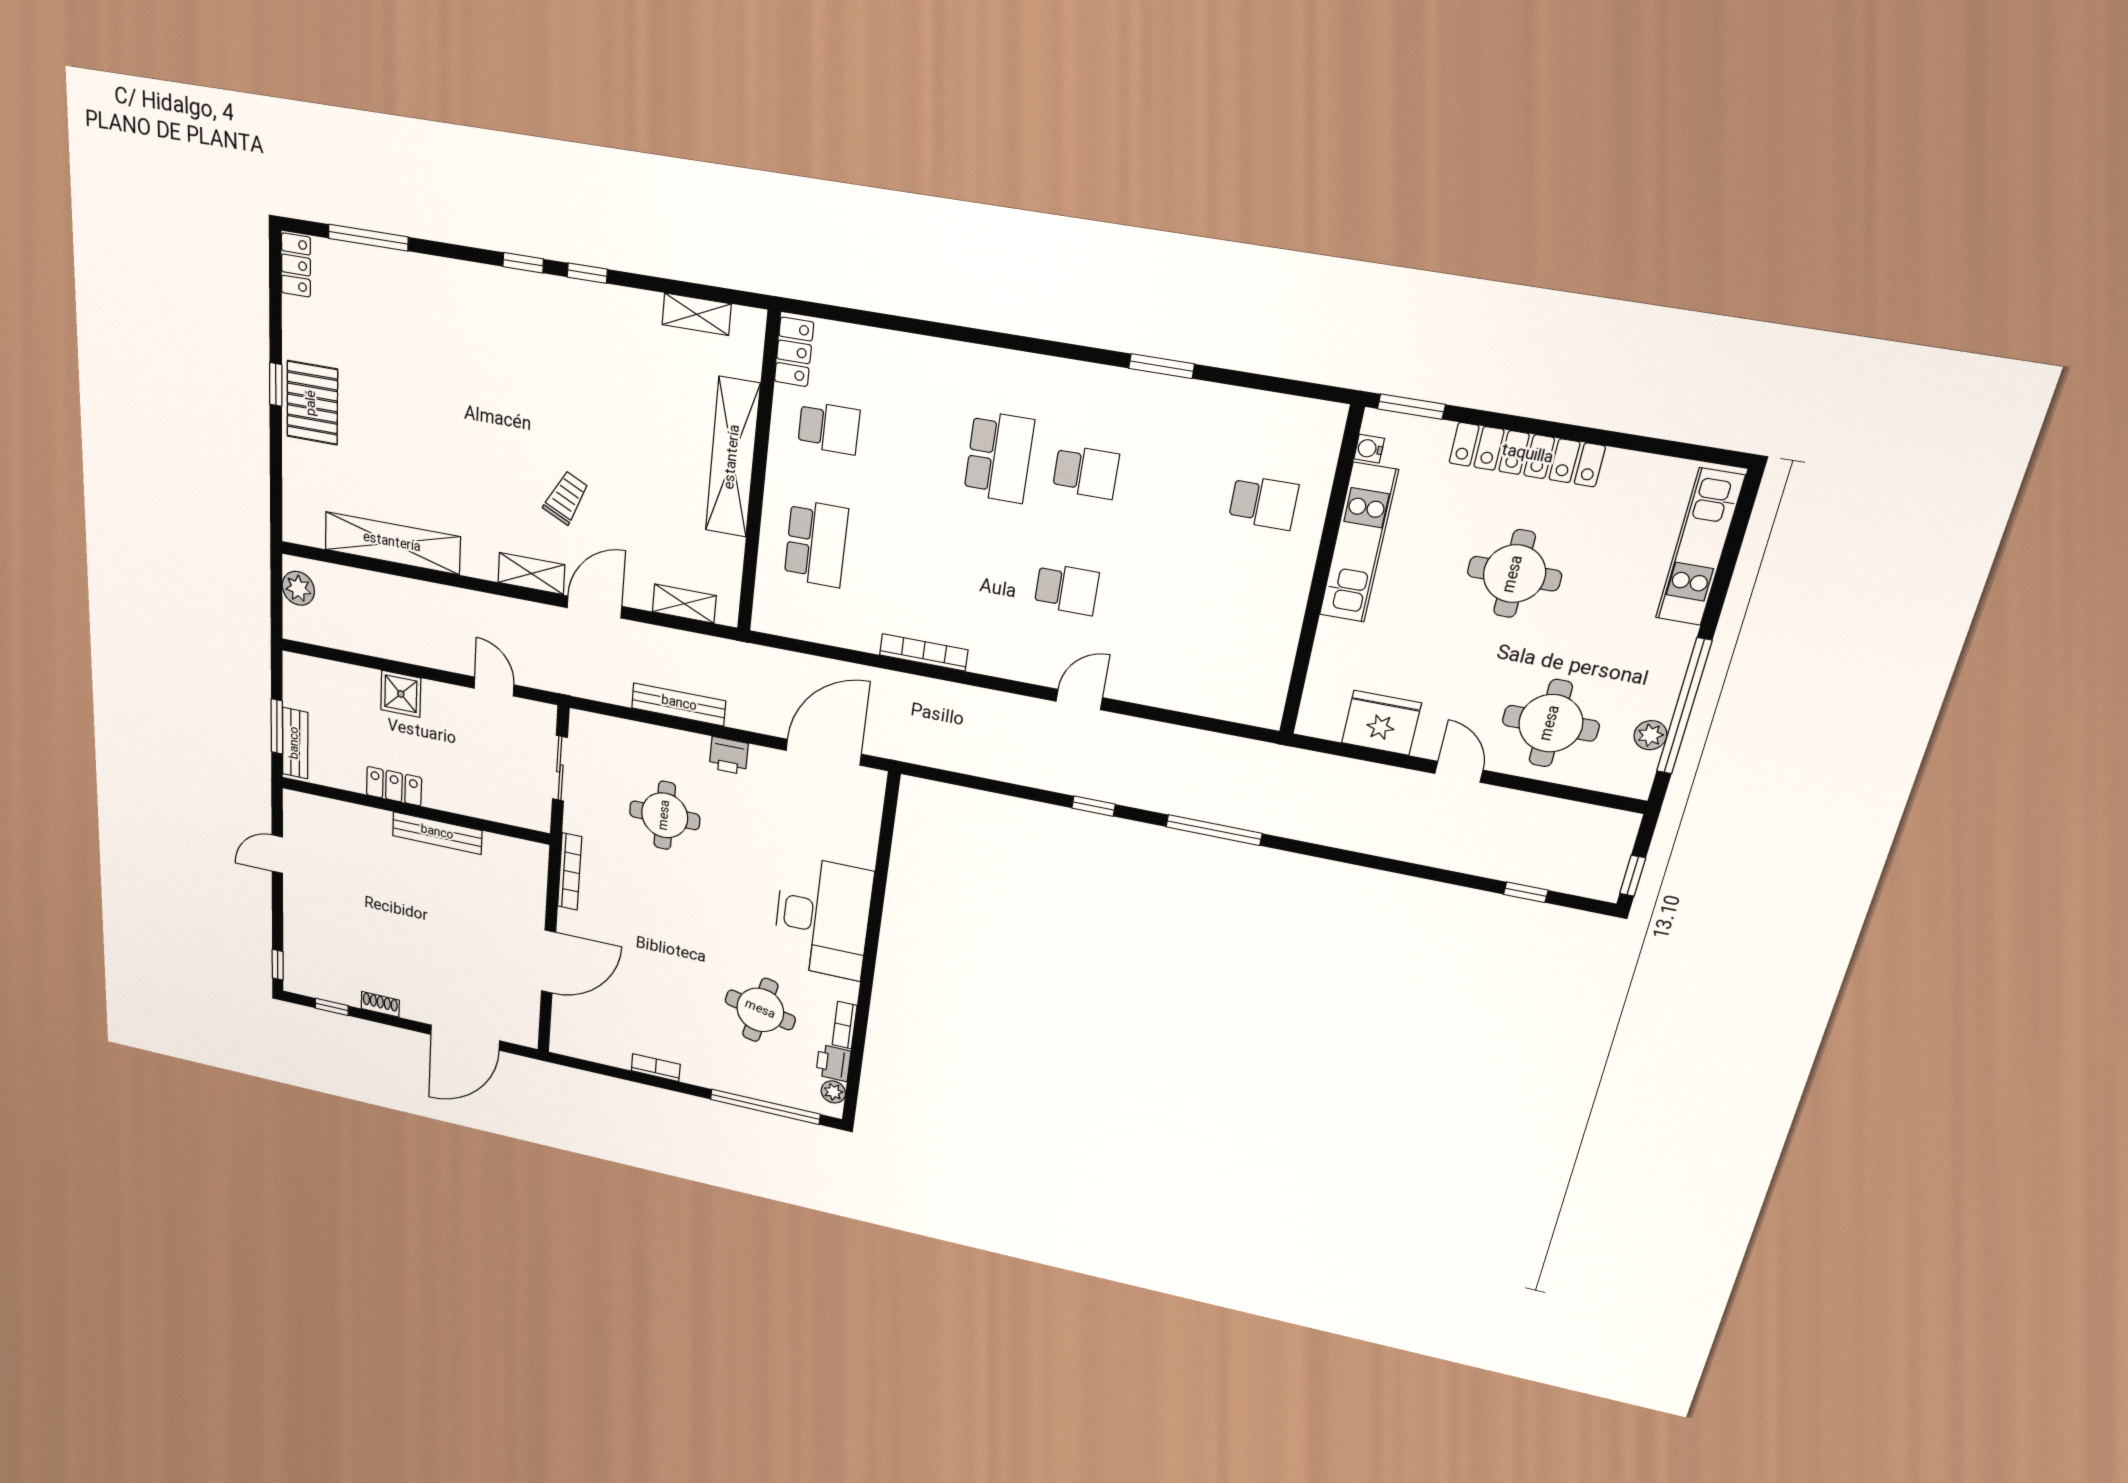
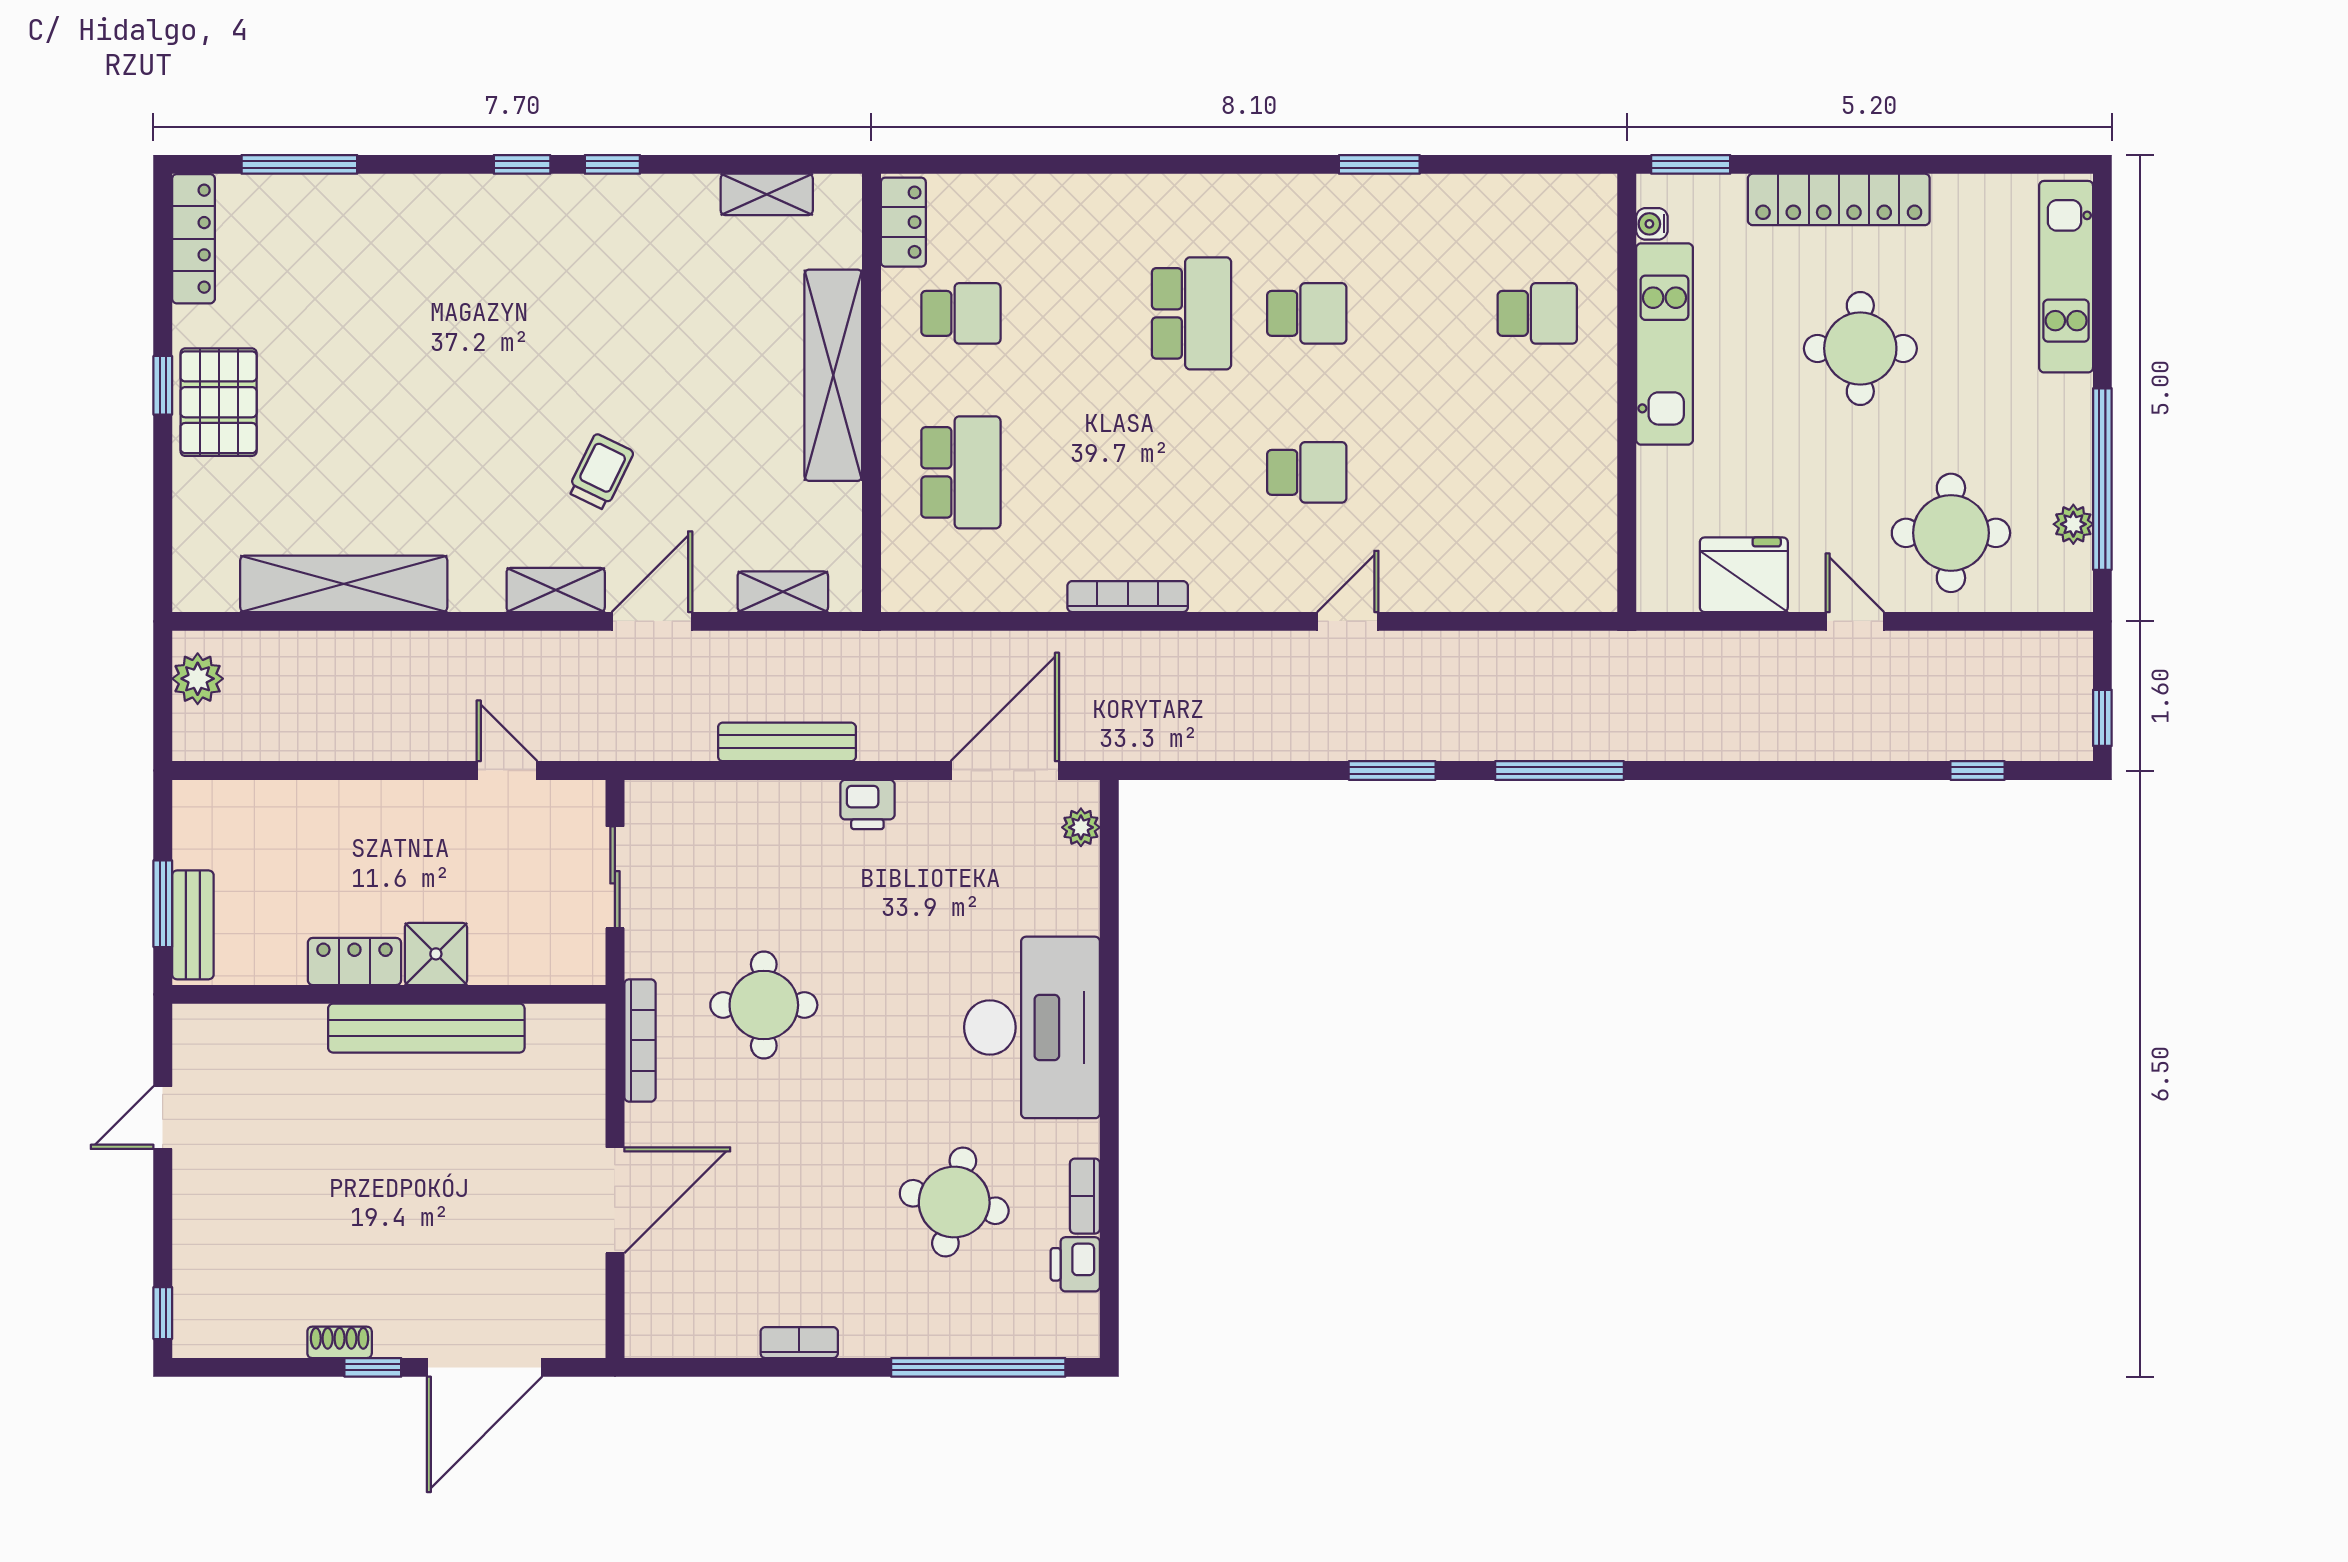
locker: (296, 265) -> (193, 239), width x1.53
shower: (401, 694) -> (436, 954), moved
window: (1093, 806) -> (1392, 771), width x1.50
round table: (665, 815) -> (764, 1005), moved
bench: (437, 833) -> (426, 1028), width x1.37, depth x1.21
window: (332, 1007) -> (373, 1367), moved
plant: (833, 1092) -> (1081, 827), moved

